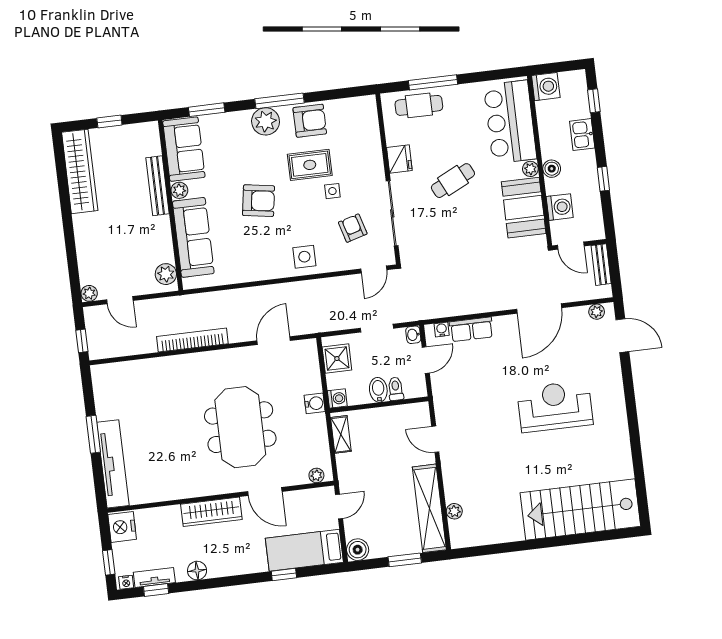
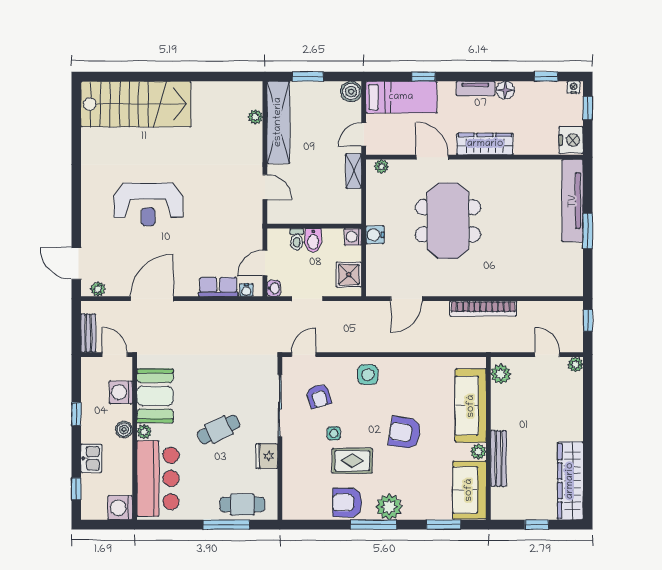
shelving: (341, 434) -> (354, 171), moved
tv unit: (154, 577) -> (475, 89), moved

